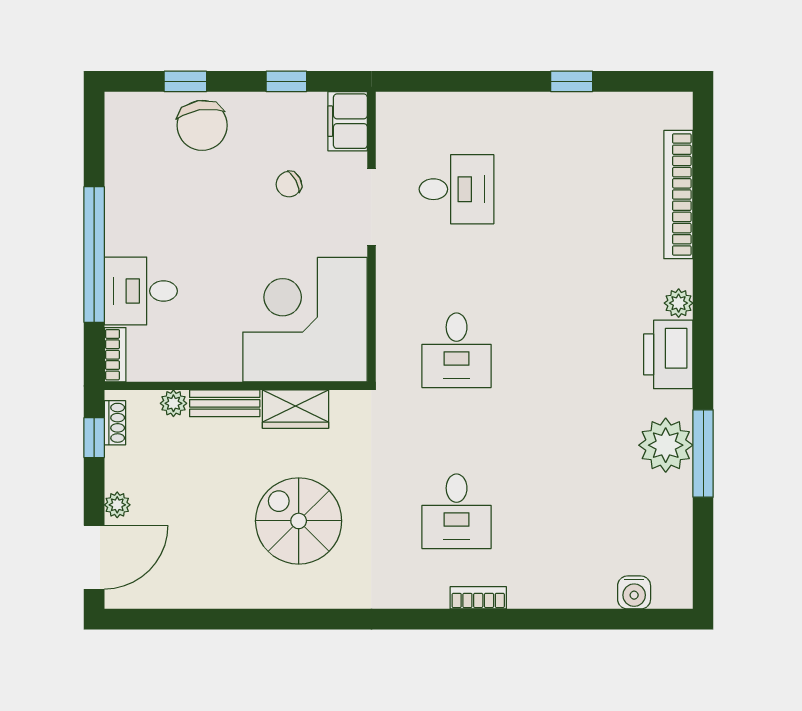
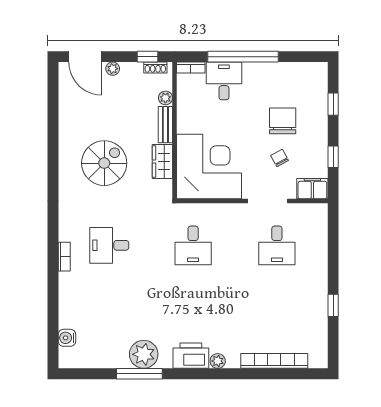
chair: (202, 125) -> (283, 121), moved, turned 99
desk: (457, 350) -> (193, 245), turned -90

